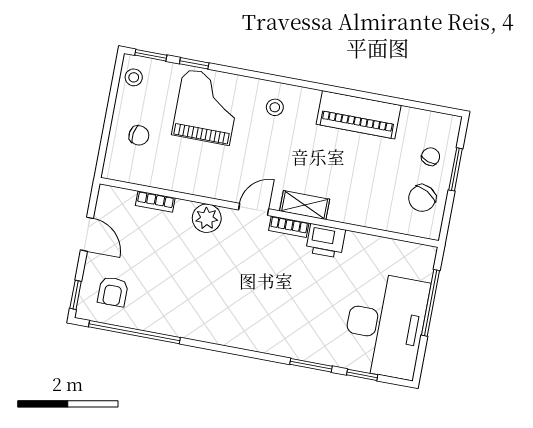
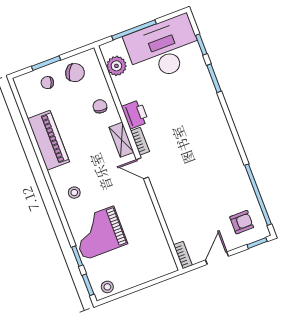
chair: (139, 135) -> (100, 106), moved
bookcase: (155, 202) -> (183, 255), moved
plant: (207, 218) -> (116, 66), moved

